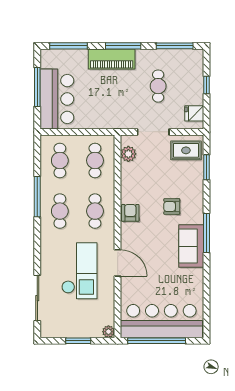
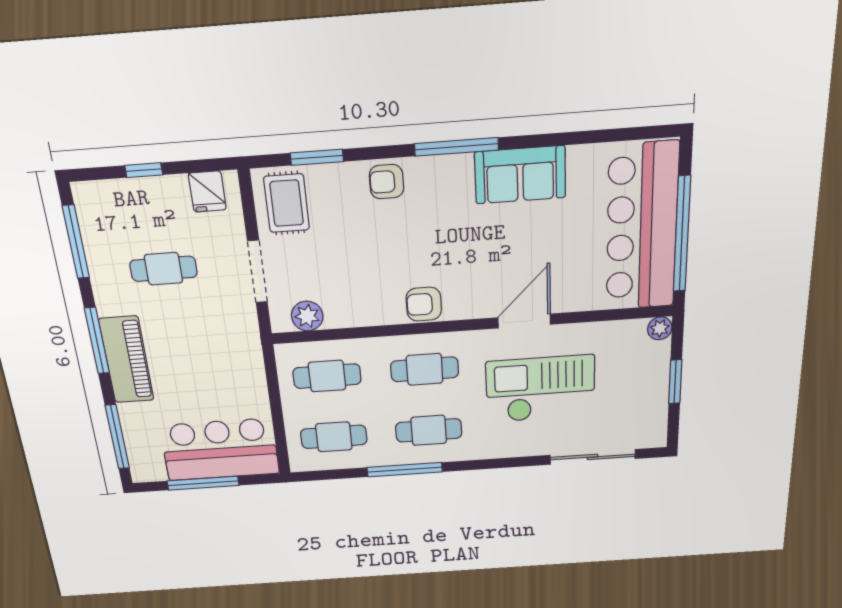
armchair: (172, 206) -> (386, 182), moved, turned 90
sofa: (191, 246) -> (520, 175), moved

